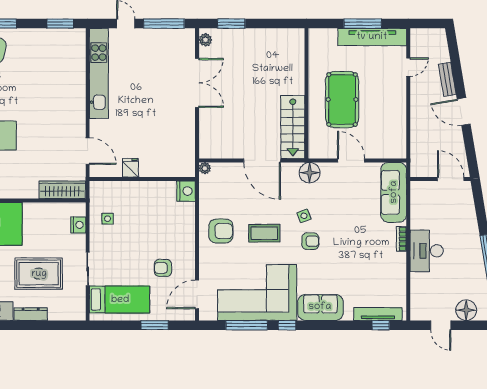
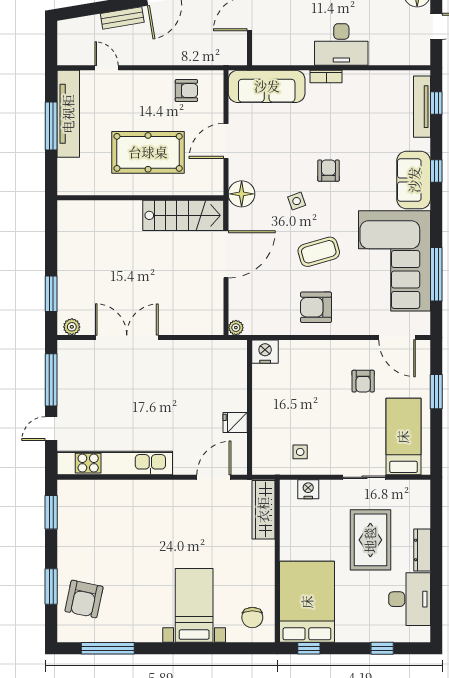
armchair: (390, 130) -> (186, 91), added
armchair: (221, 231) -> (316, 307), turned -90
coffee table: (264, 233) -> (319, 252), turned 74
armchair: (310, 241) -> (328, 171), moved
window: (287, 325) -> (436, 171), moved

